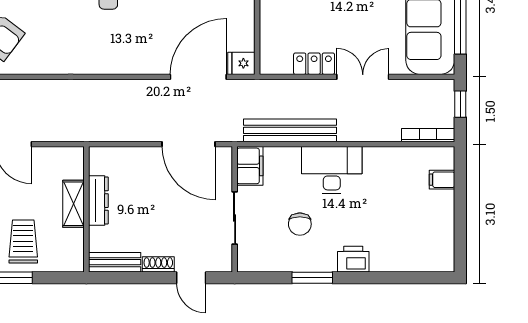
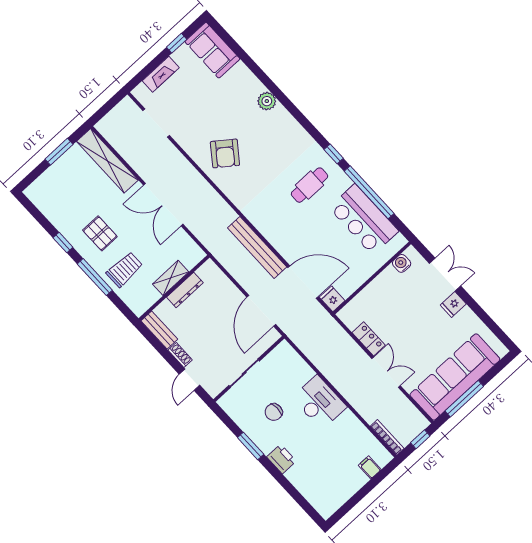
bench: (290, 130) -> (257, 247), moved
filing cabinet: (250, 166) -> (280, 355), removed

